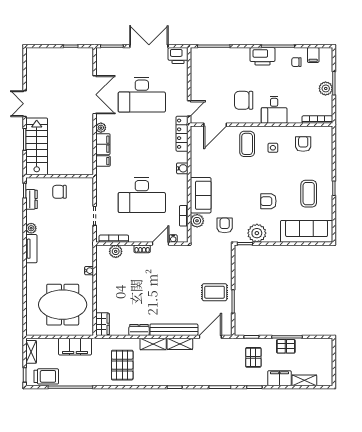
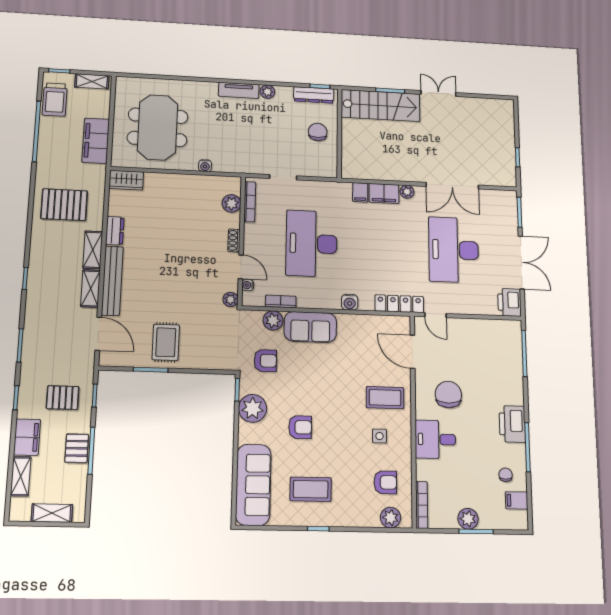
plant: (326, 141) -> (390, 518), added
dresser: (32, 199) -> (314, 95), width x1.44
armchair: (268, 201) -> (300, 427), turned 90
plant: (184, 250) -> (231, 299), added
shelving: (327, 359) -> (52, 513), added

